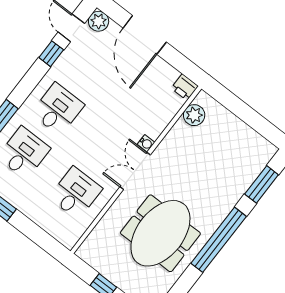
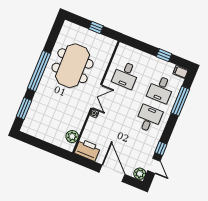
printer: (185, 87) -> (87, 150), width x1.87, depth x1.48
desk: (58, 109) -> (149, 119), turned 180

